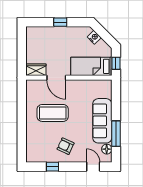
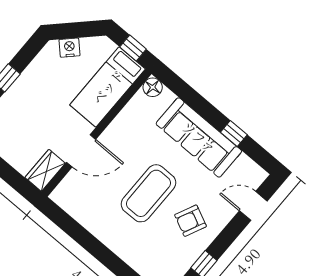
coffee table: (53, 113) -> (148, 193), moved
window: (116, 134) -> (234, 133), width x0.46
floor lamp: (107, 149) -> (153, 87), moved

